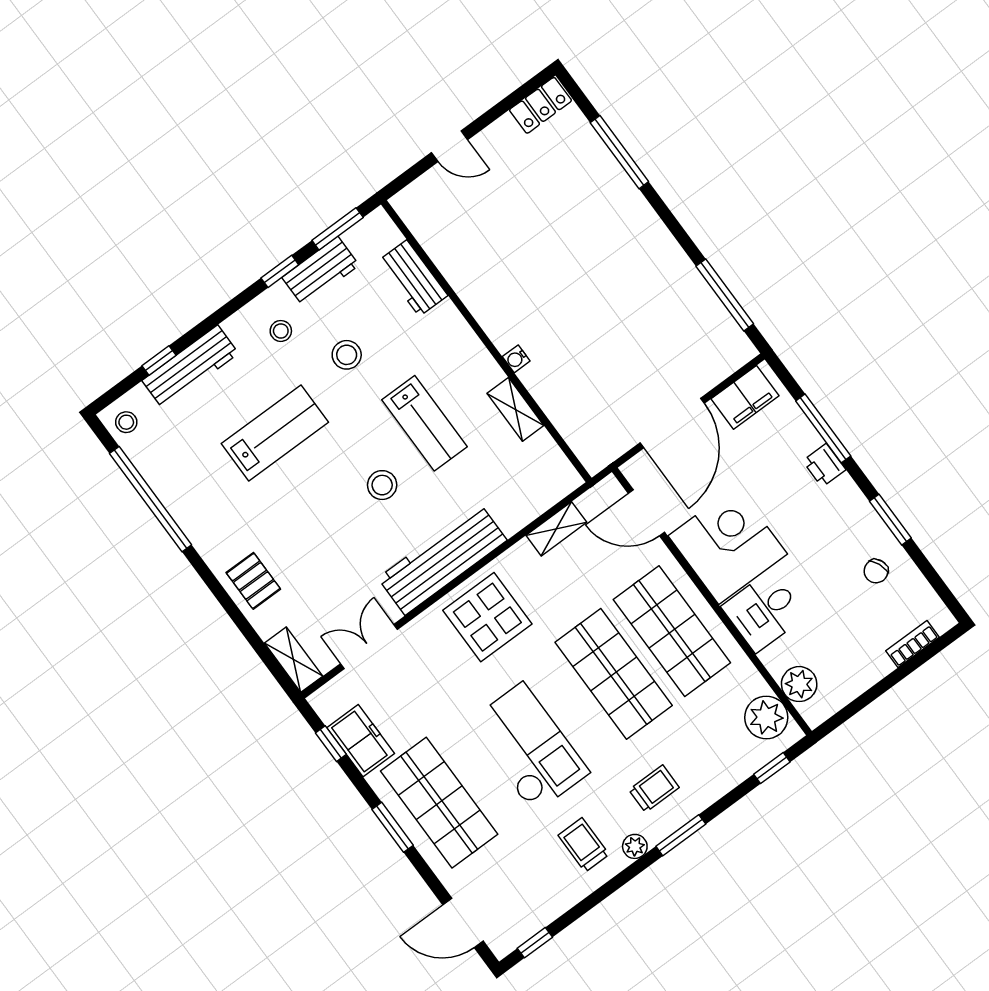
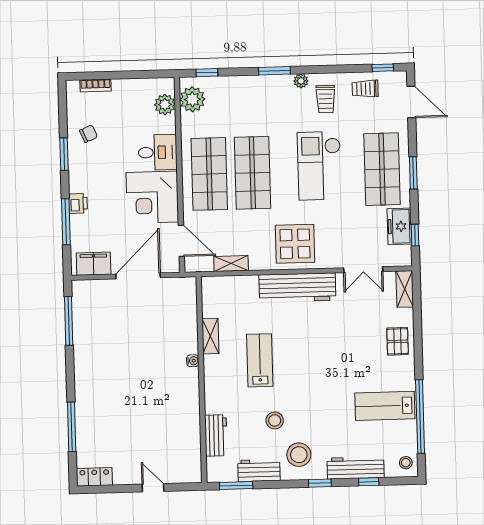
window: (280, 271) -> (320, 483), moved
stool: (281, 331) -> (299, 455), width x1.89, depth x1.89
lab bench: (275, 433) -> (385, 406), moved
stool: (382, 485) -> (302, 344), removed
trolley: (654, 789) -> (365, 89), moved

